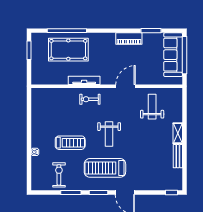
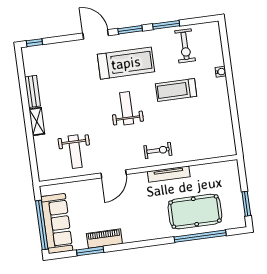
piano: (129, 39) -> (104, 239), moved

